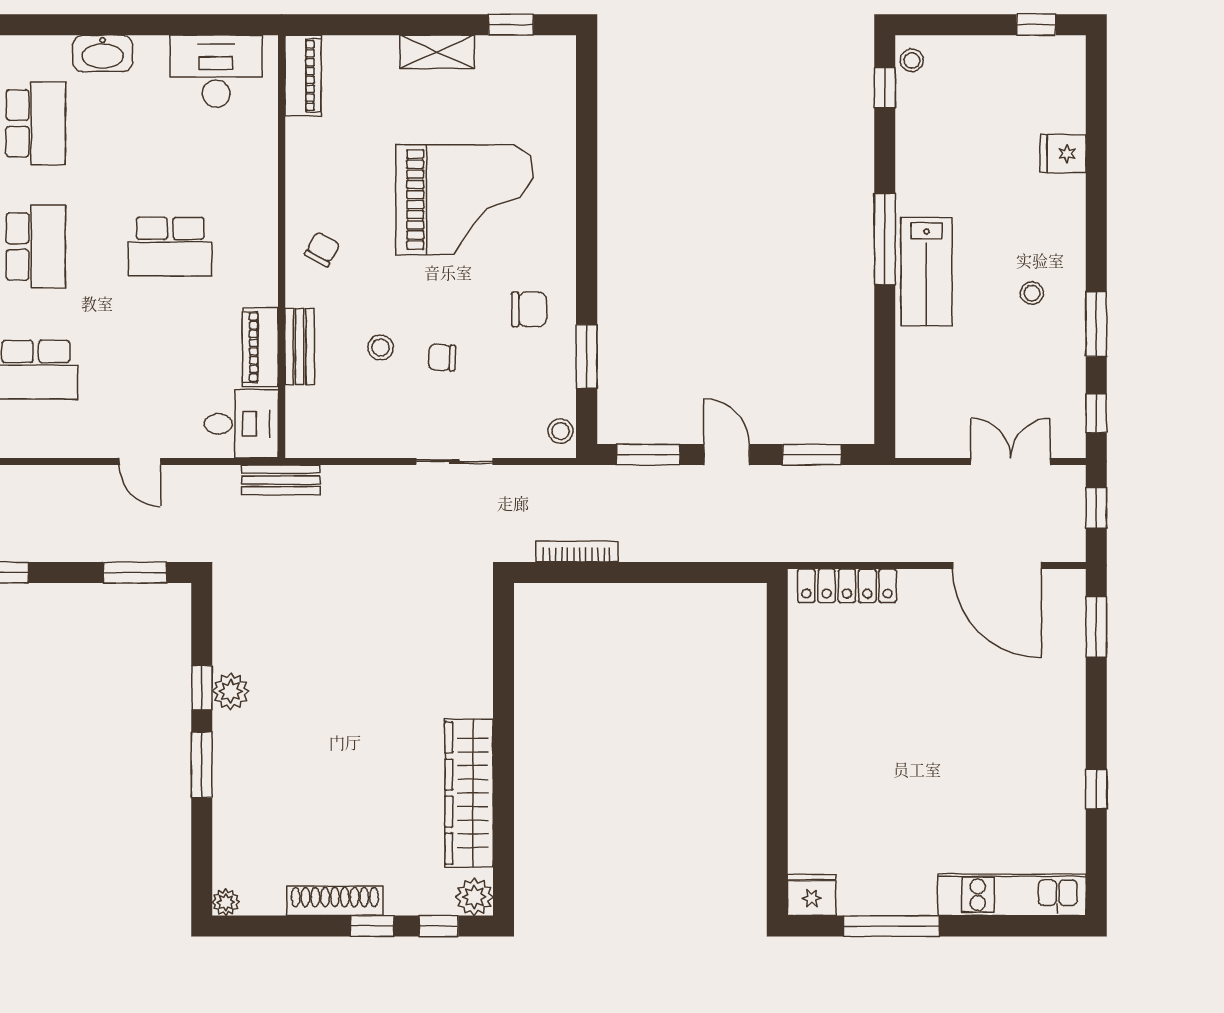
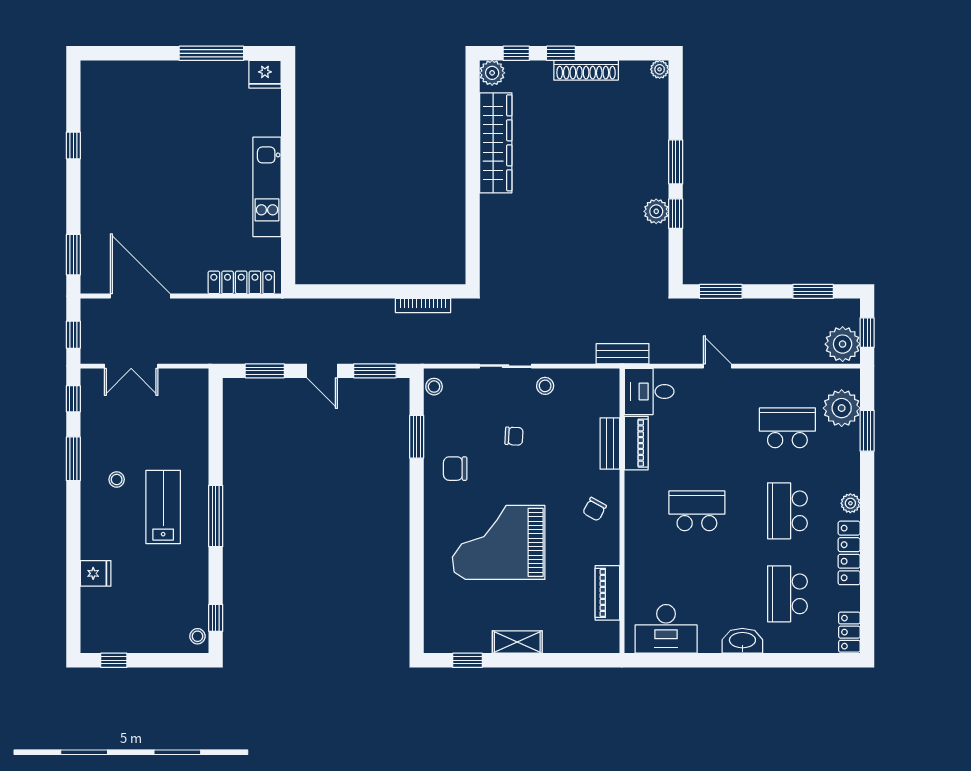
piano: (303, 76) -> (607, 593), moved
lab bench: (926, 272) -> (163, 507), moved
stool: (381, 347) -> (545, 386), moved
kitchen unit: (1012, 895) -> (267, 187), moved, turned 90

